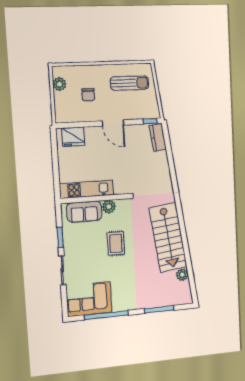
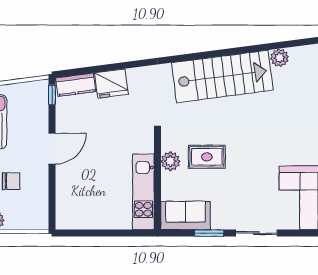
fridge: (73, 137) -> (111, 84), moved, turned 83
sofa: (84, 212) -> (185, 215), moved, turned -90
rug: (116, 243) -> (207, 157), moved

